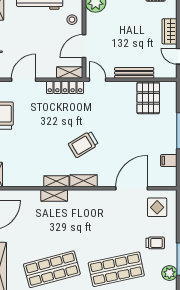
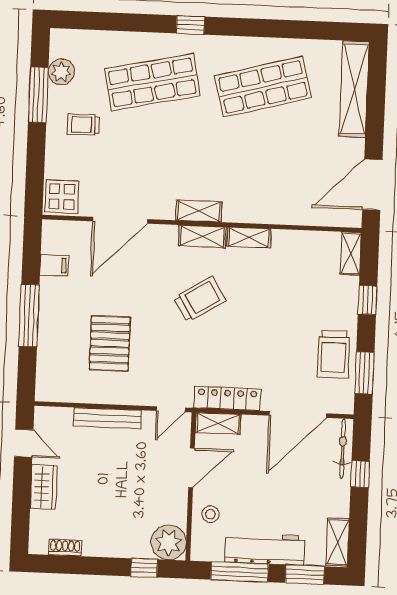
door: (24, 80) -> (298, 414), width x1.36
door: (98, 80) -> (171, 409), hinge flipped
pallet: (148, 98) -> (110, 343), moved
shelving: (54, 196) -> (199, 211), moved
display table: (157, 207) -> (62, 197), moved

